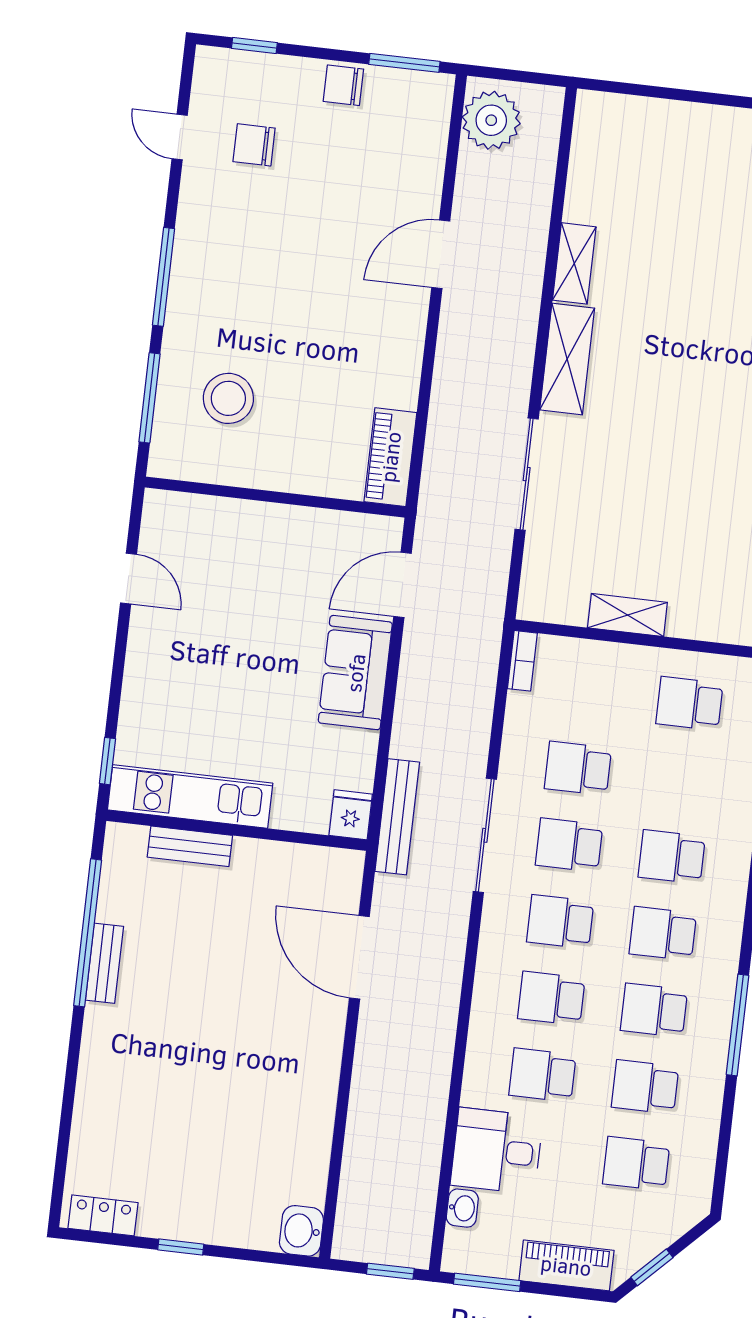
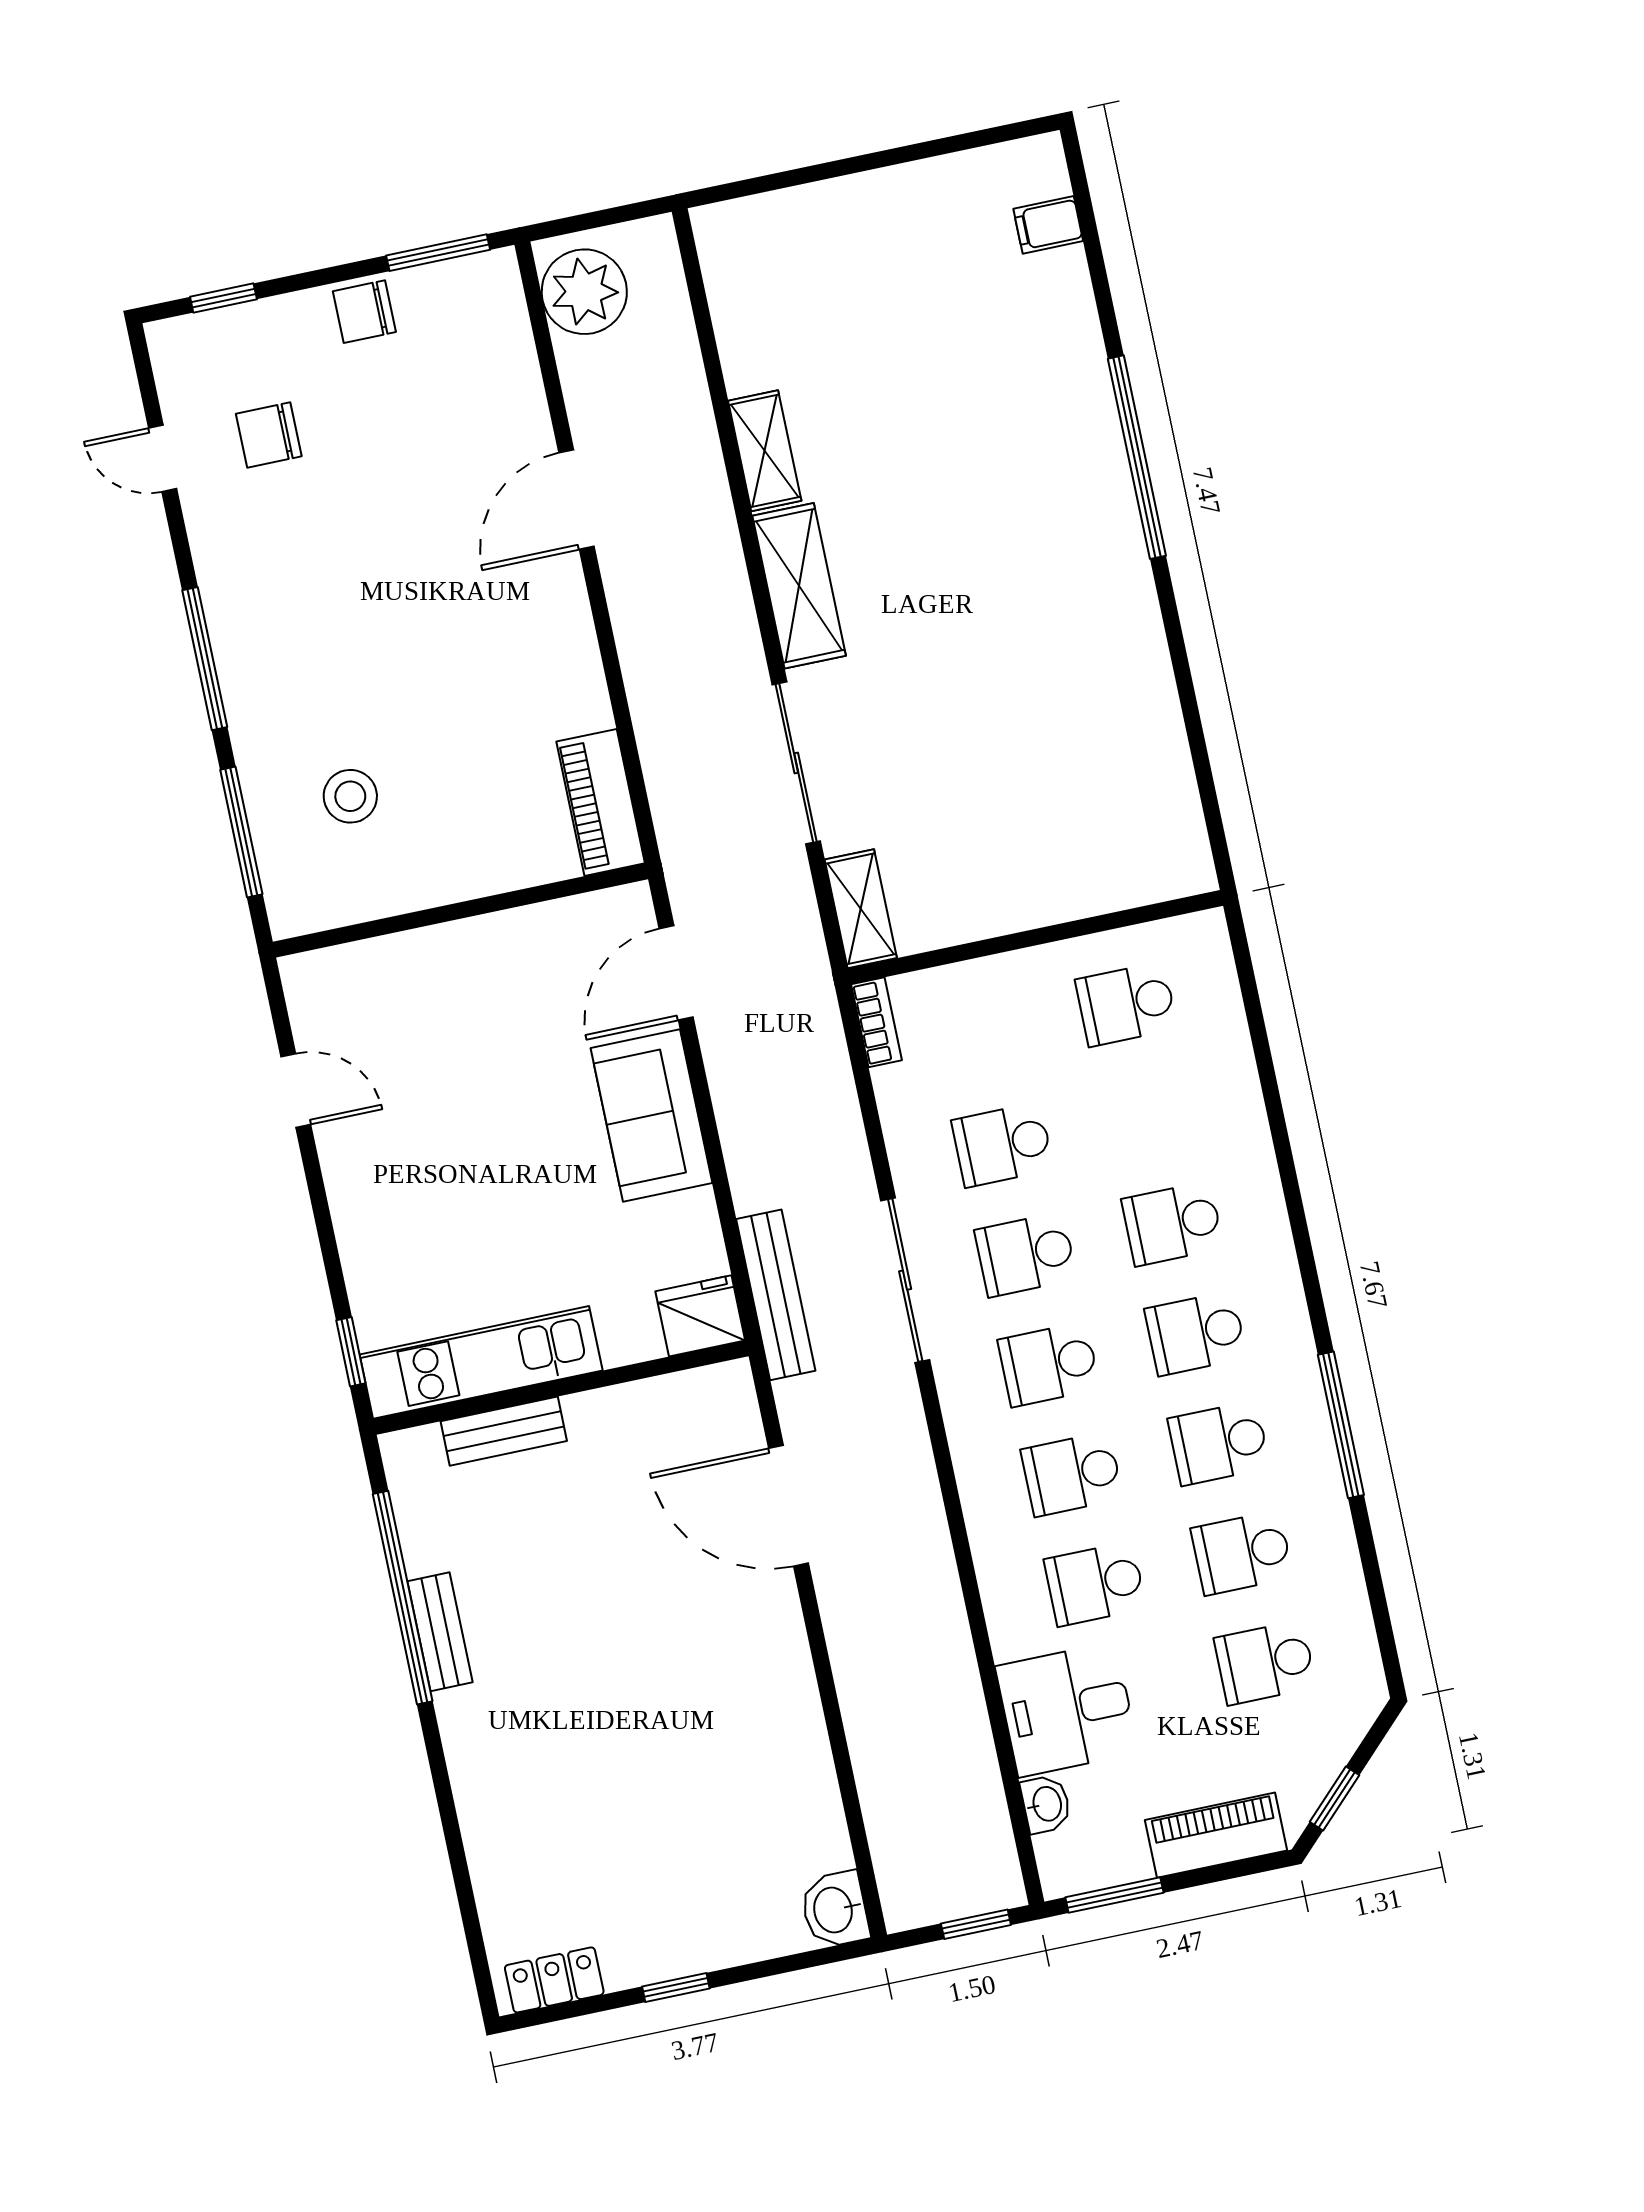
stool: (228, 398) -> (350, 796), width x0.73, depth x0.73
shelving: (627, 615) -> (861, 909), moved, turned 90
fridge: (351, 815) -> (700, 1316), width x1.38

